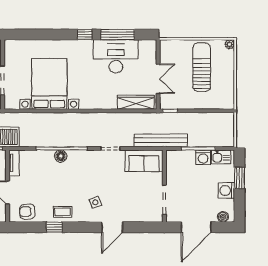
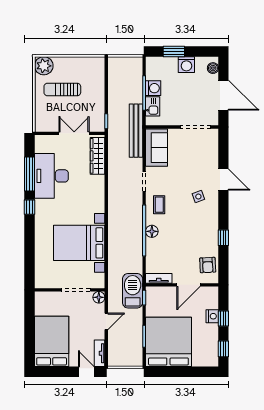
plant: (230, 44) -> (44, 66), width x1.87, depth x1.87
sun lounger: (202, 67) -> (62, 90), width x0.73, depth x0.75
kitchen sink: (221, 157) -> (153, 106), moved
coffee table: (63, 212) -> (159, 205), moved

